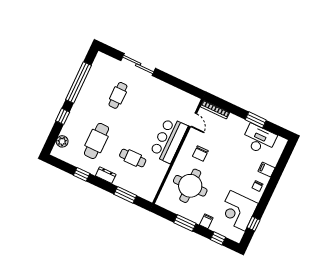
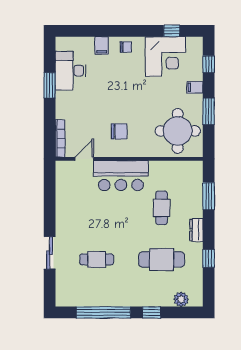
sliding door: (138, 65) -> (50, 253), width x0.73
round table: (190, 186) -> (178, 131), moved

